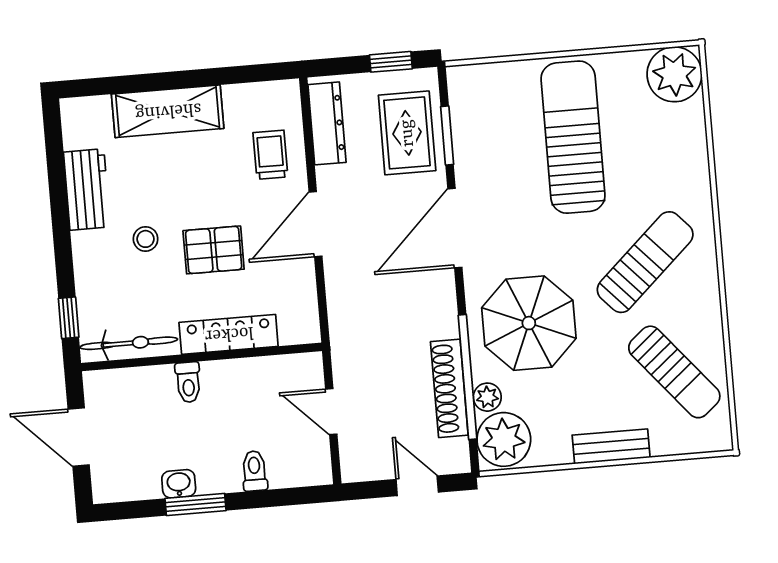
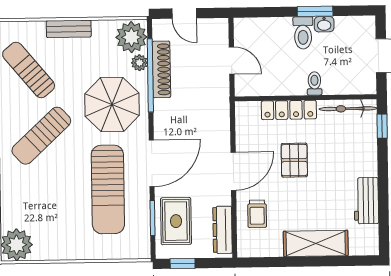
sun lounger: (573, 137) -> (108, 189), moved
stool: (146, 239) -> (334, 169), removed
pallet: (214, 250) -> (294, 160), turned 90
toilet: (254, 471) -> (303, 33), moved, width x1.37, depth x1.39

